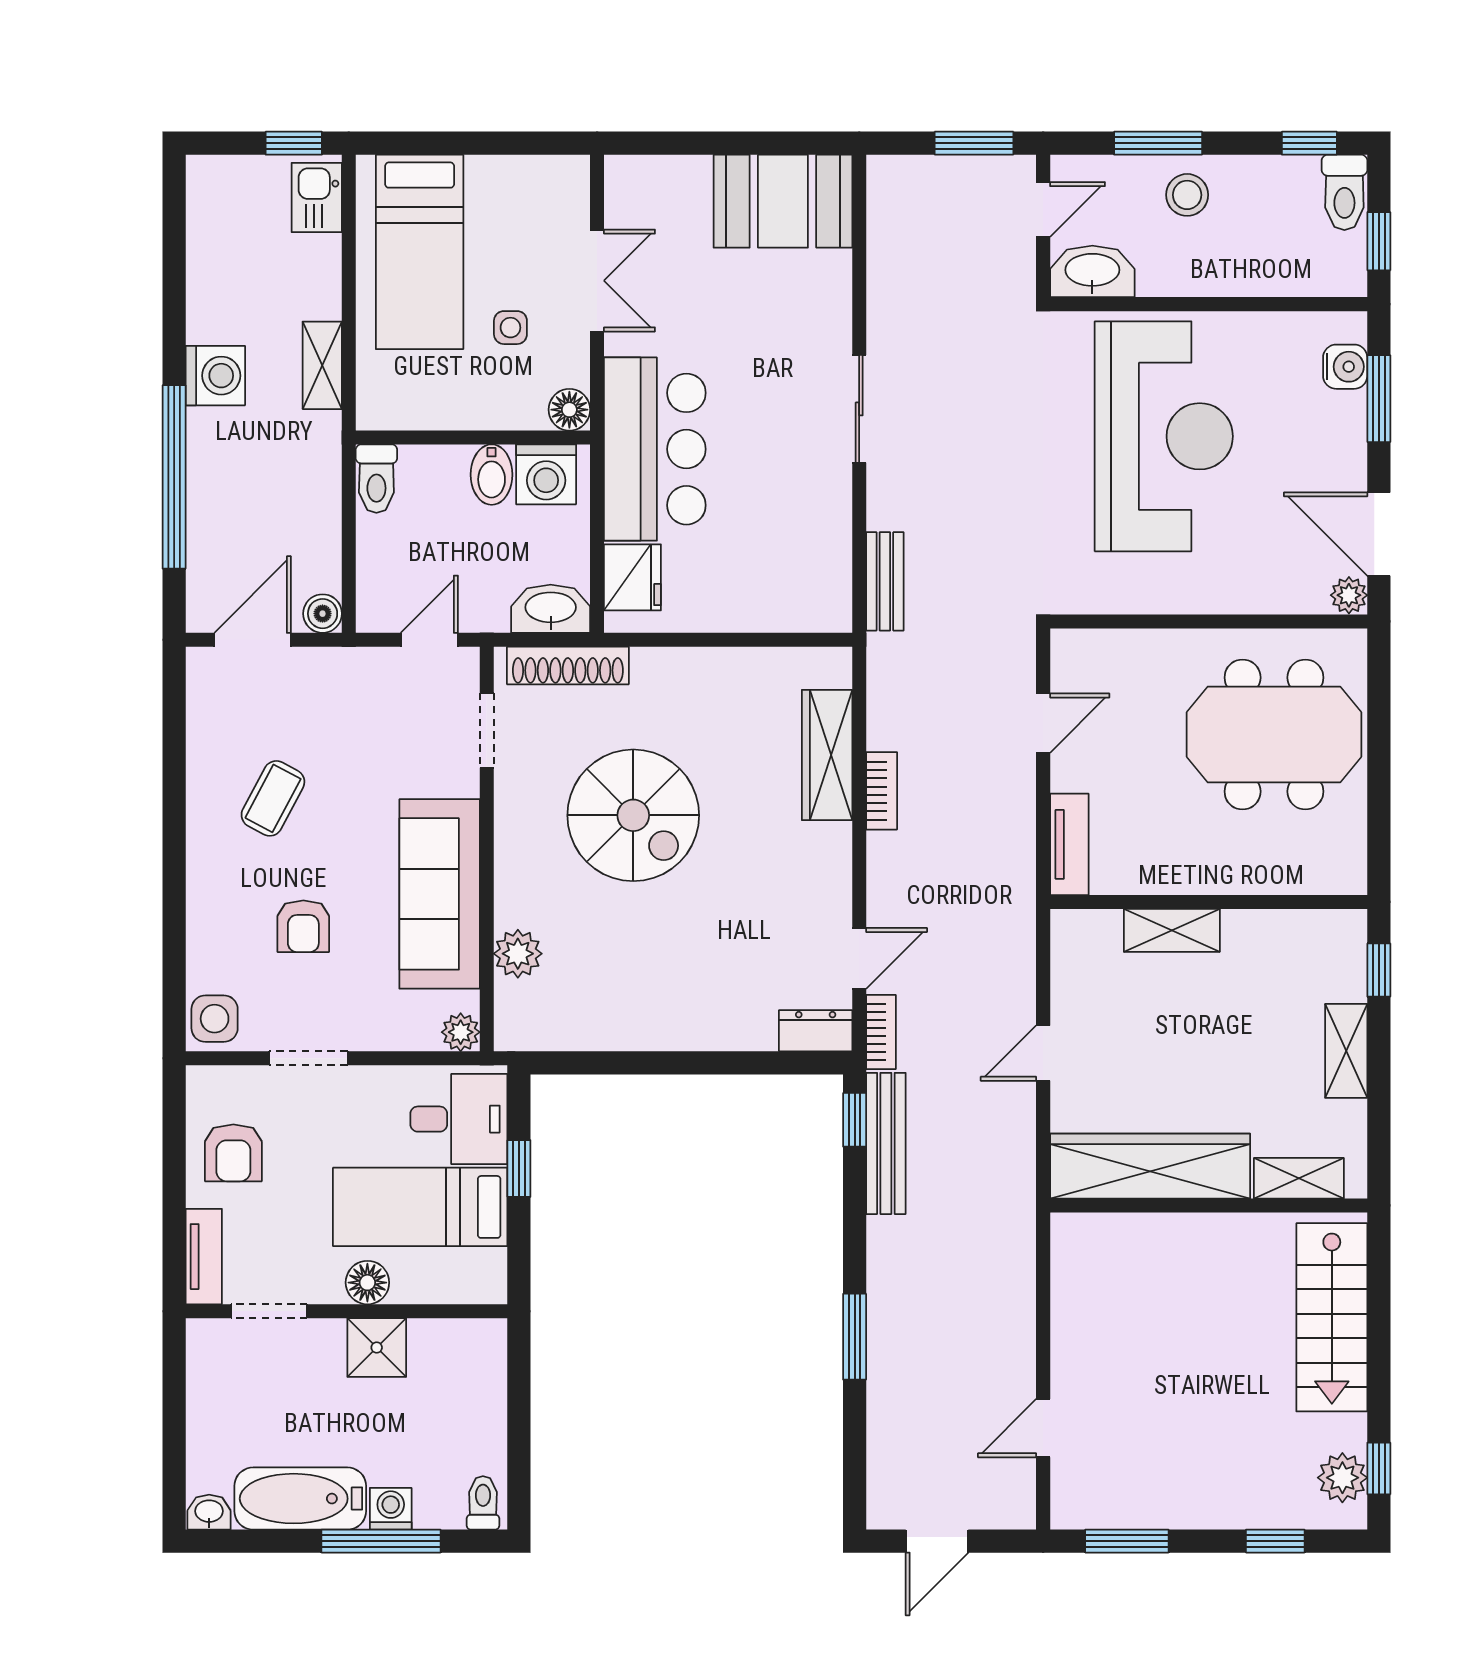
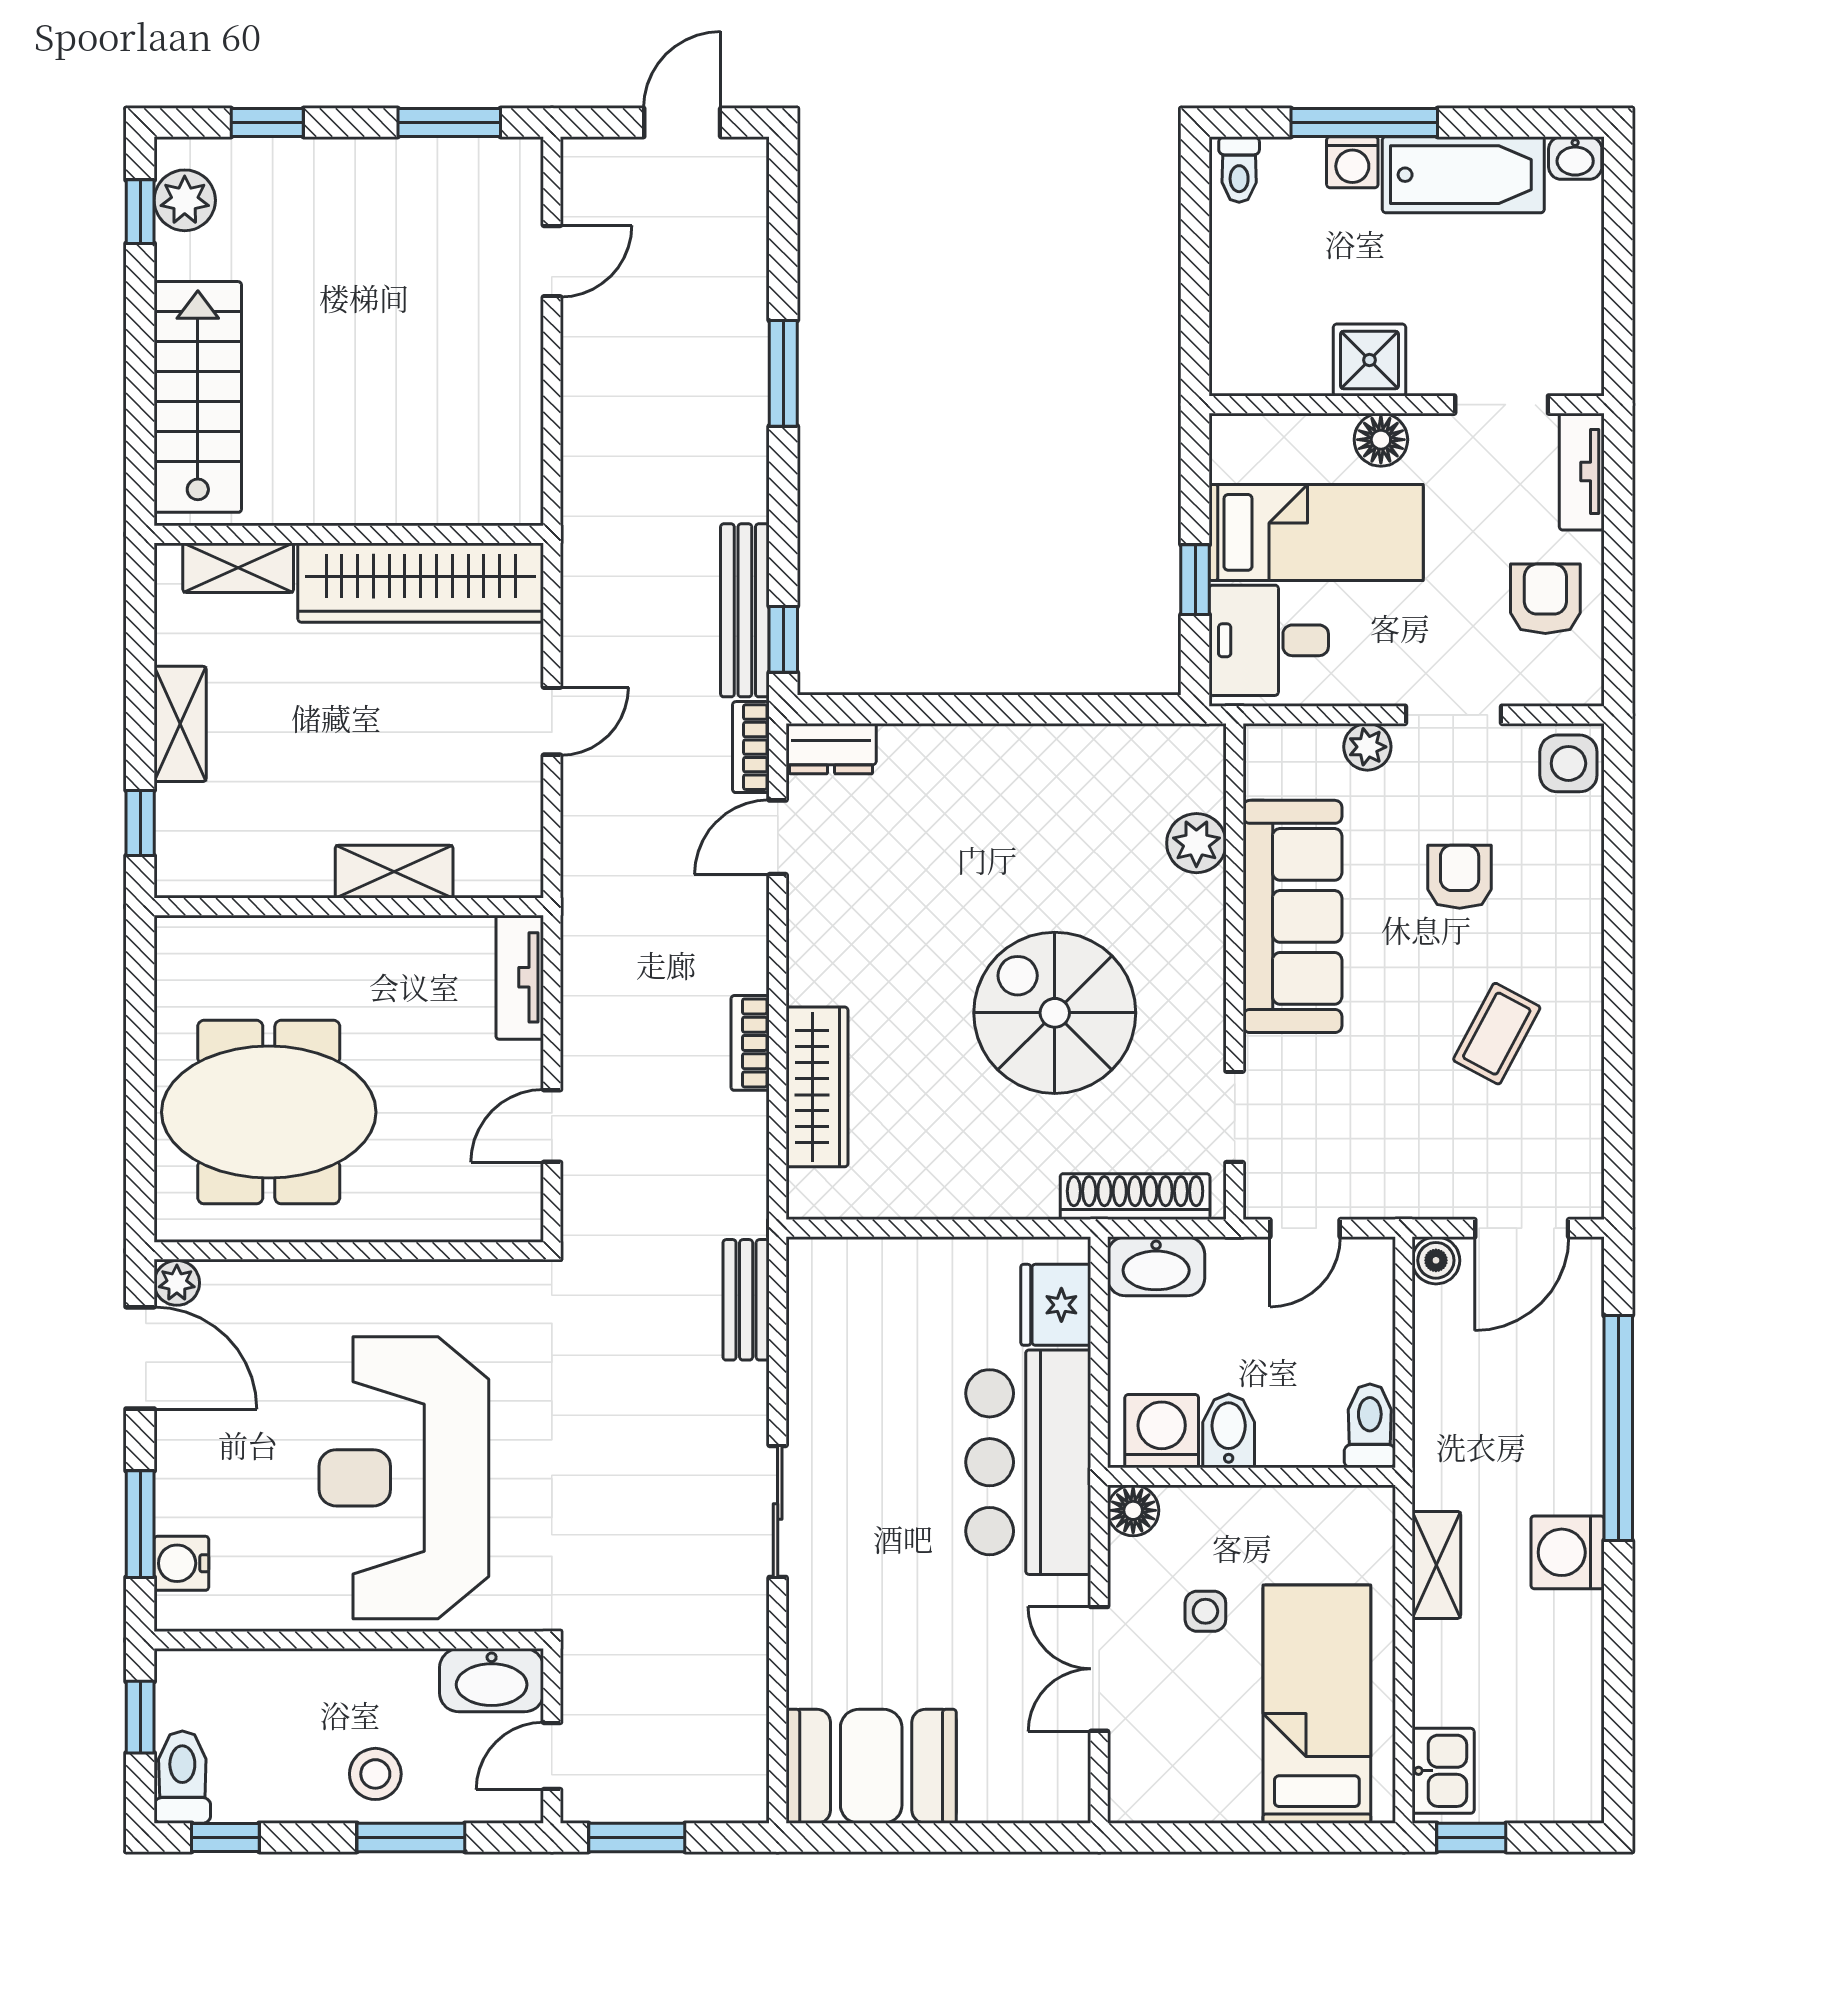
plant: (461, 1032) -> (1367, 747), moved

